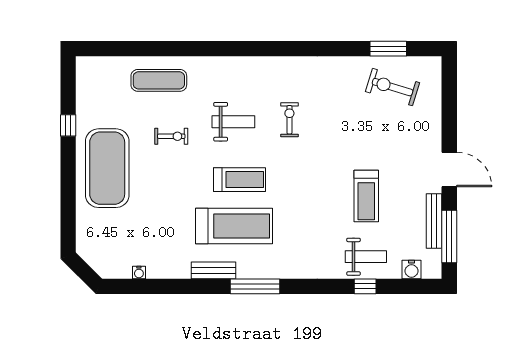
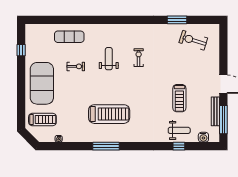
window: (388, 49) -> (177, 20), moved
weight bench: (233, 122) -> (109, 59), turned -90
window: (68, 125) -> (21, 50), moved
treadmill: (240, 180) -> (42, 120), moved
bench: (214, 270) -> (98, 138), removed
window: (255, 286) -> (106, 146), moved

